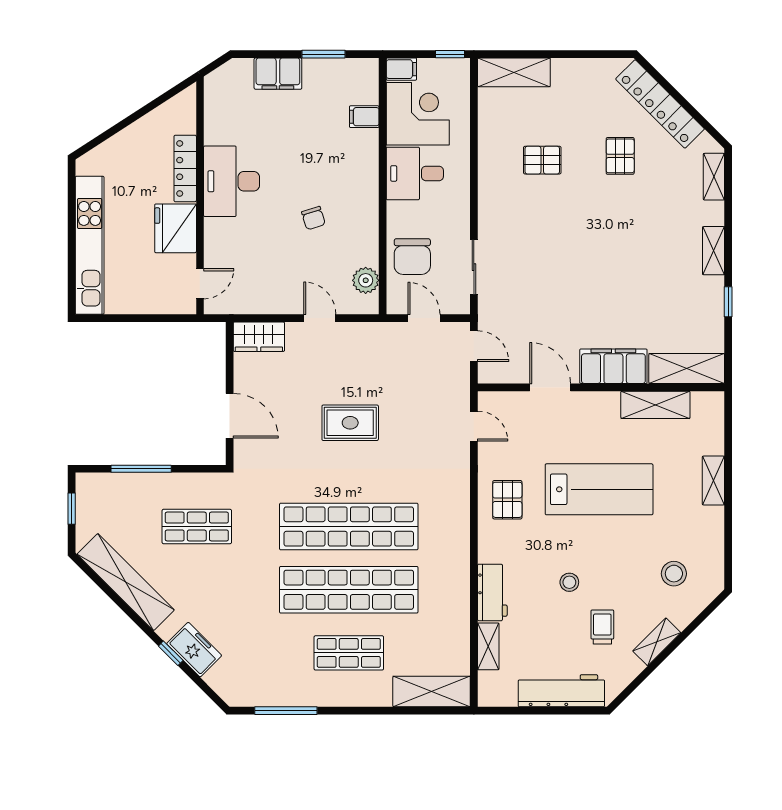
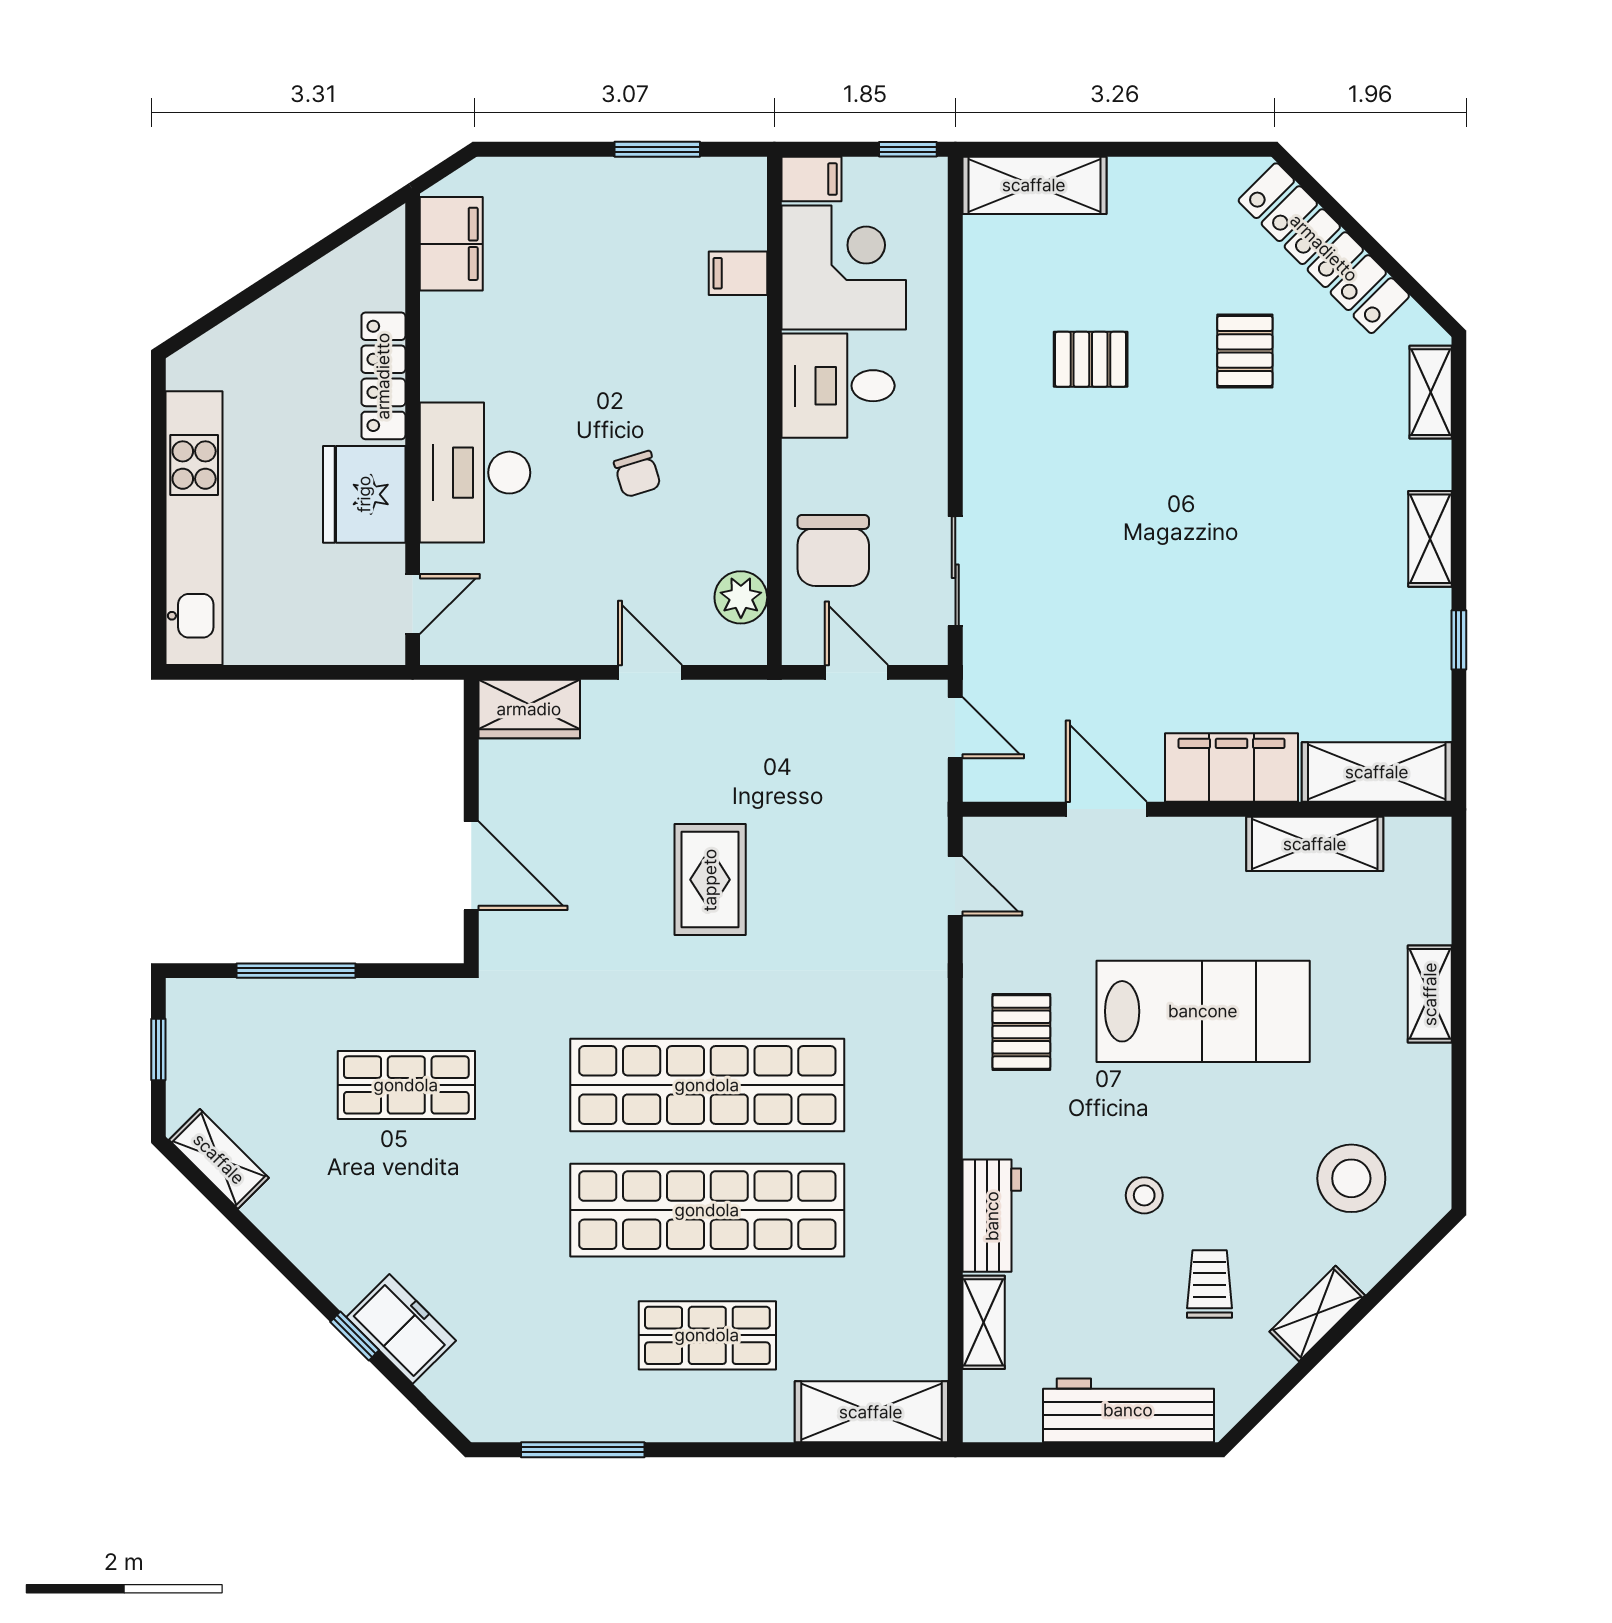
filing cabinet: (278, 74) -> (451, 244), moved, turned -90
desk: (231, 181) -> (475, 473), moved
rug: (350, 423) -> (710, 880), turned 90
stool: (674, 574) -> (1351, 1178), width x1.38, depth x1.38
shelving: (126, 582) -> (219, 1159), width x0.45, depth x0.75

